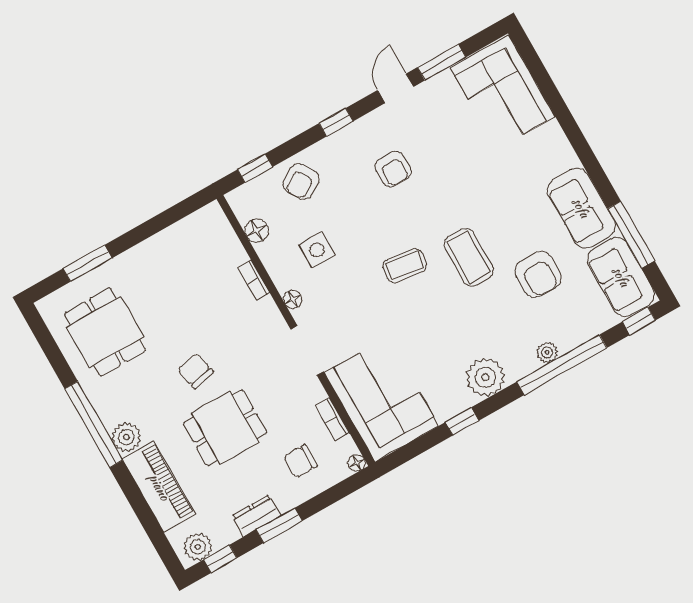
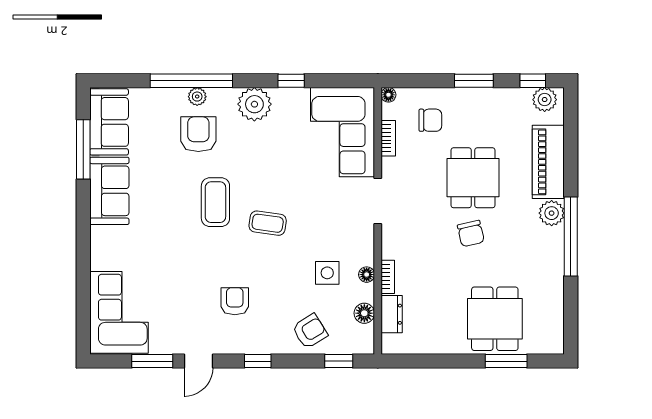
armchair: (538, 274) -> (198, 134), moved
floor lamp: (293, 299) -> (367, 275), moved
window: (639, 321) -> (114, 81), removed
dining table: (105, 332) -> (495, 319), moved
dining table: (225, 428) -> (473, 178), turned 90
dresser: (256, 516) -> (392, 314), moved, turned -90

